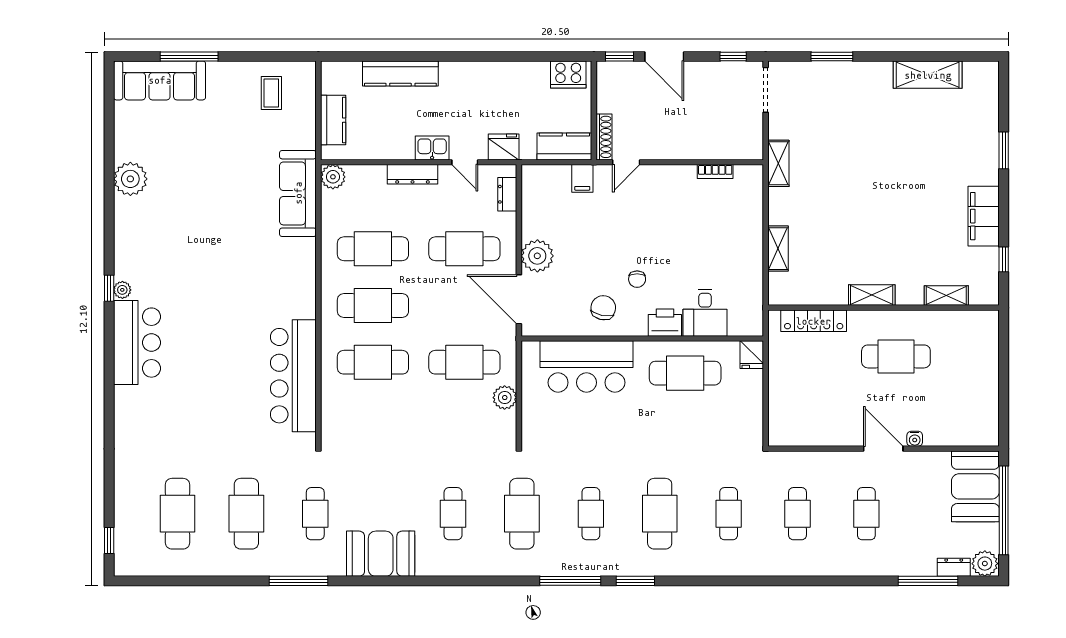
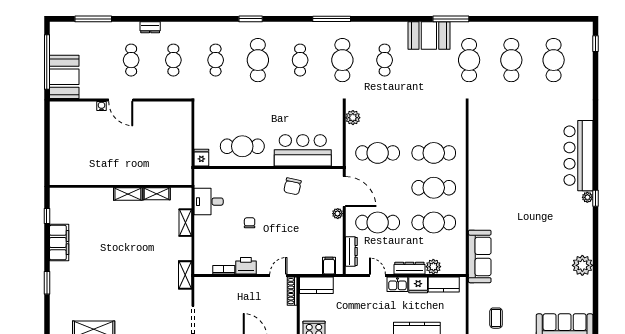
kitchen counter: (333, 120) -> (444, 285), moved, turned -90
fridge: (504, 147) -> (418, 285), moved
plant: (333, 177) -> (433, 267), moved
filing cabinet: (582, 178) -> (329, 266), moved
dresser: (507, 194) -> (351, 251), width x1.44
plant: (537, 256) -> (338, 214), width x0.53, depth x0.53
chair: (637, 279) -> (250, 223), moved
shelving: (946, 296) -> (157, 194), moved
desk: (705, 313) -> (209, 202), moved, turned -90
locker: (814, 321) -> (163, 178), removed
printer: (665, 323) -> (246, 266), moved, turned 180
bar counter: (137, 343) -> (578, 156), width x1.36
cafe table: (896, 356) -> (113, 156), removed
bar counter: (293, 376) -> (482, 145), removed
plant: (505, 398) -> (353, 118), moved
cafe table: (315, 514) -> (469, 60), width x1.37, depth x1.35
plant: (985, 564) -> (59, 30), removed
dresser: (954, 567) -> (150, 27), moved
window: (298, 581) -> (451, 19), moved
window: (570, 581) -> (332, 19), moved
window: (635, 581) -> (251, 19), moved

